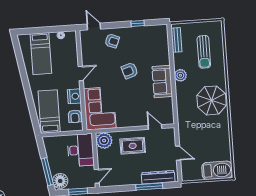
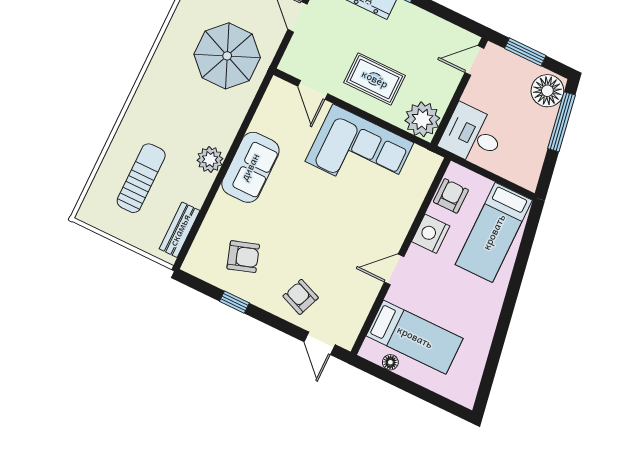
bed: (41, 54) -> (415, 337), moved, turned 90
armchair: (130, 71) -> (243, 257), moved
parasol: (212, 100) -> (227, 56), moved
corner sofa: (100, 108) -> (359, 152), moved, turned -90
desk: (81, 150) -> (472, 135), width x0.73

